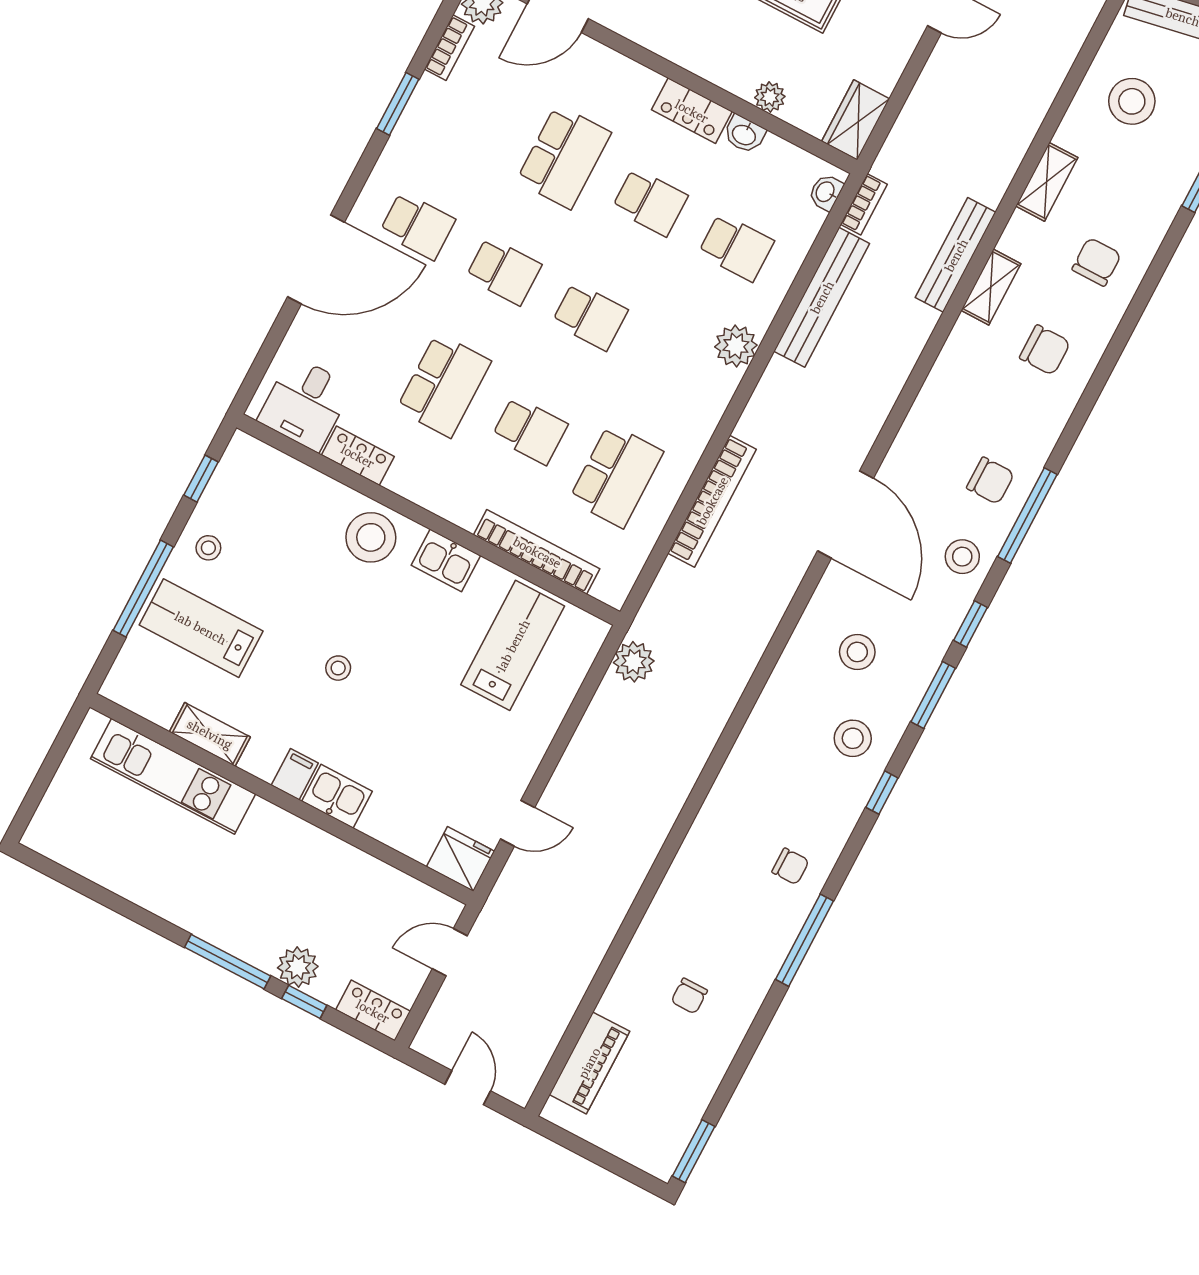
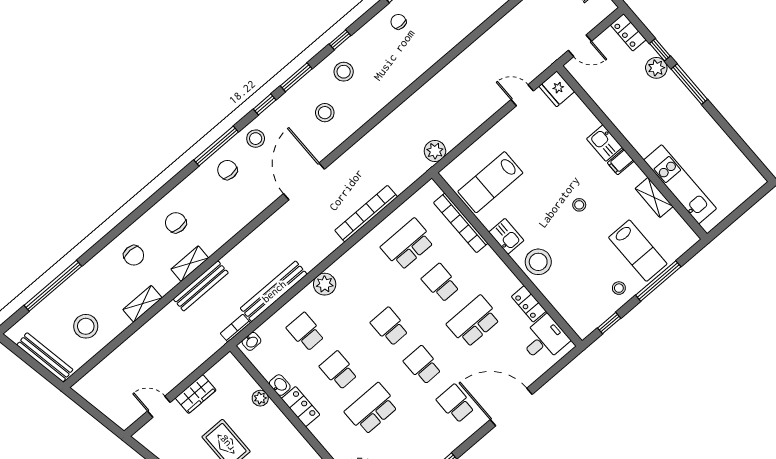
wardrobe: (856, 120) -> (196, 394), moved
chair: (1097, 262) -> (134, 255), turned -90

